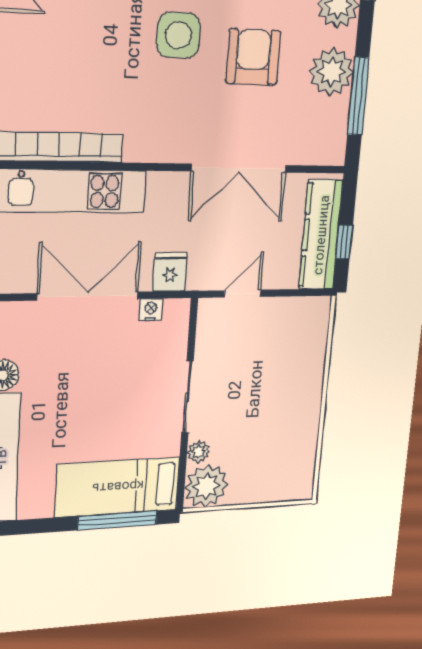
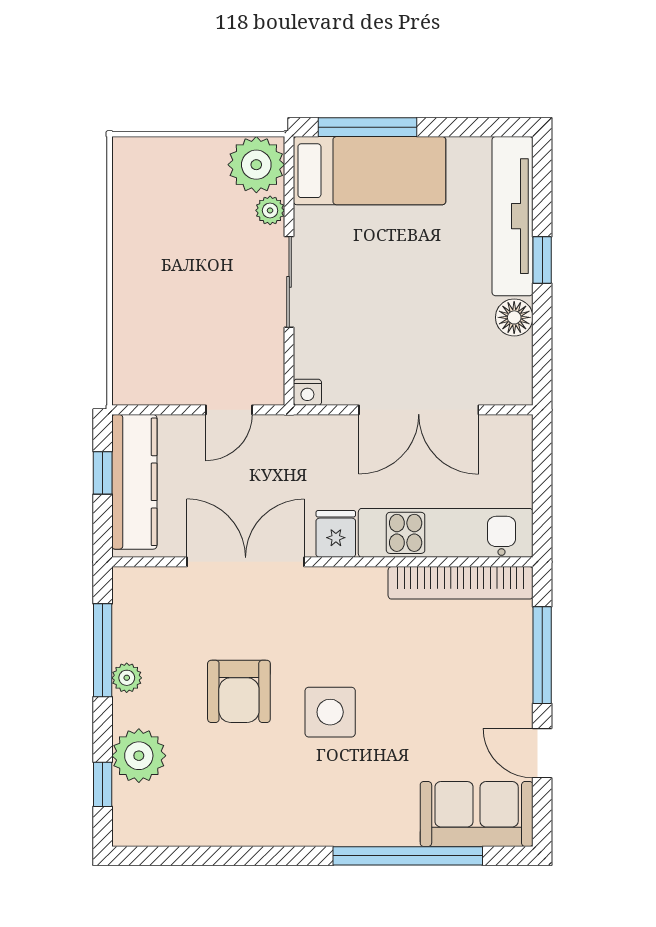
plant: (331, 72) -> (127, 678), width x0.53, depth x0.53
fridge: (170, 272) -> (336, 534), moved, turned 180
nightstand: (151, 310) -> (307, 392), moved

